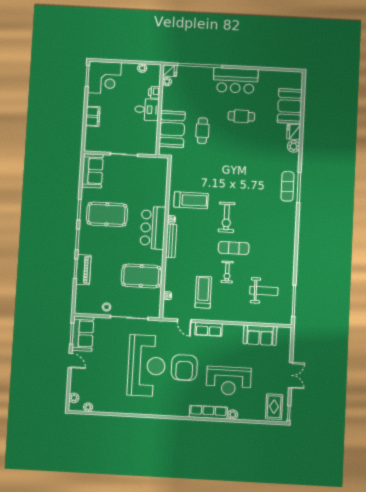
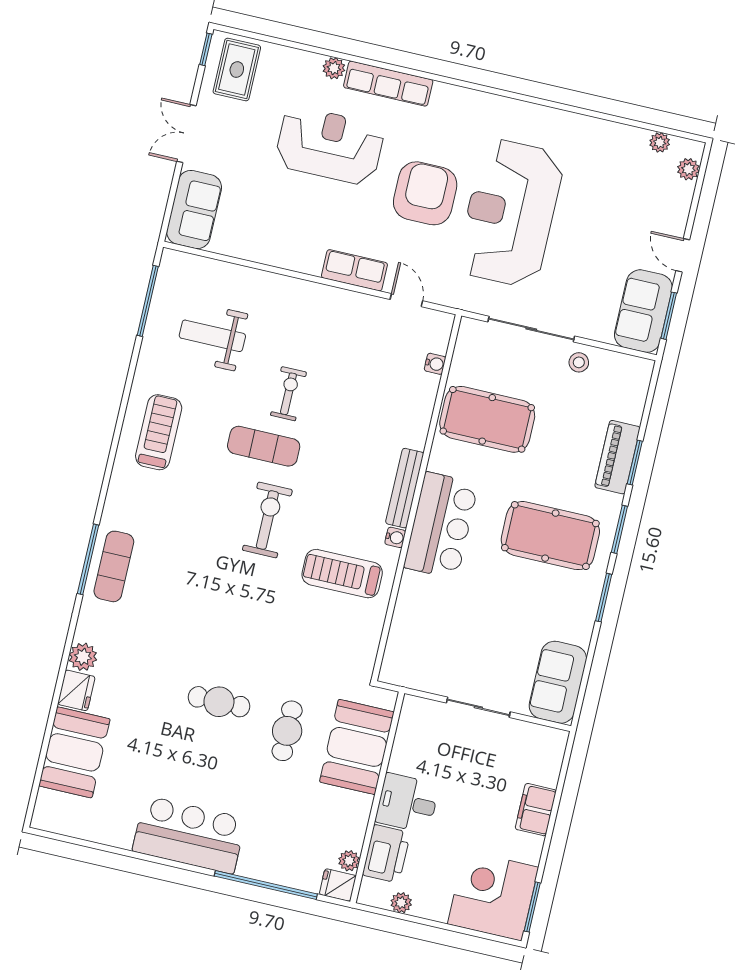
printer: (154, 92) -> (386, 854), width x1.87, depth x1.48
cafe table: (241, 116) -> (219, 702), moved
pool table: (107, 214) -> (550, 536), moved
treadmill: (203, 292) -> (159, 432), moved, turned 180
sofa: (260, 335) -> (194, 210), moved, turned 90

